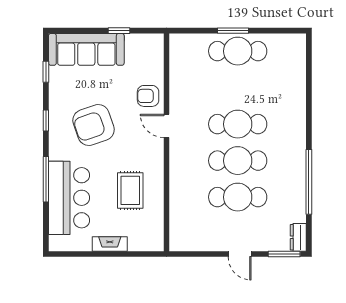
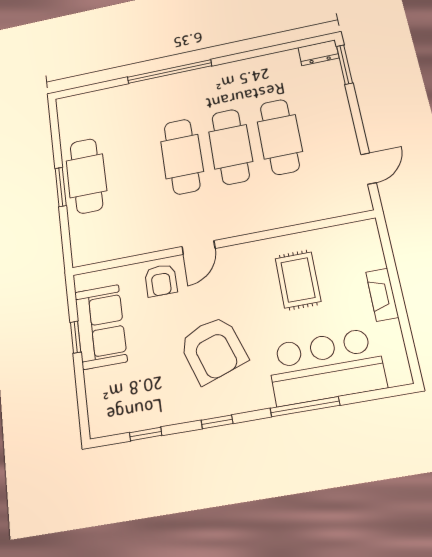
sofa: (86, 49) -> (101, 327), moved, width x0.73
window: (309, 182) -> (169, 72), moved
rug: (130, 190) -> (298, 280), turned 90
door: (240, 254) -> (369, 169), moved

